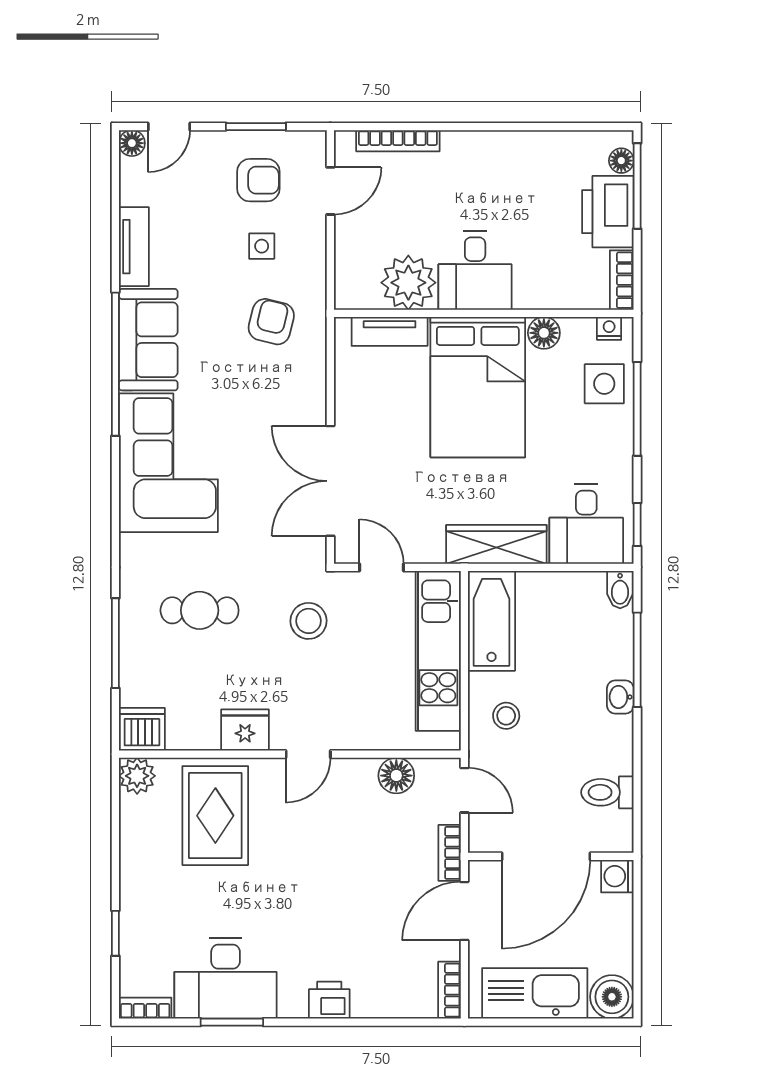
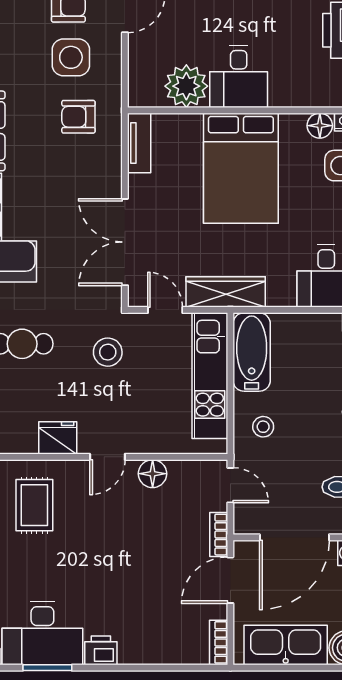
side table: (262, 246) -> (71, 57), width x1.87, depth x1.87
armchair: (271, 322) -> (78, 117), turned -104
tv unit: (390, 331) -> (139, 143), moved, turned -90
floor lamp: (544, 333) -> (320, 126), moved
wardrobe: (496, 544) -> (226, 292), moved
floor lamp: (396, 776) -> (153, 474), moved
rug: (215, 816) -> (34, 505), width x0.73, depth x0.70
printer: (329, 1000) -> (101, 650), moved

